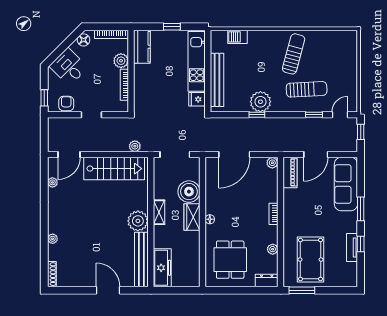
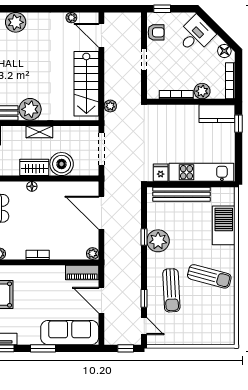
window: (172, 27) -> (239, 124), moved
barbecue: (237, 37) -> (224, 225), width x1.88, depth x1.53
plant: (53, 239) -> (16, 22), width x1.87, depth x1.87

